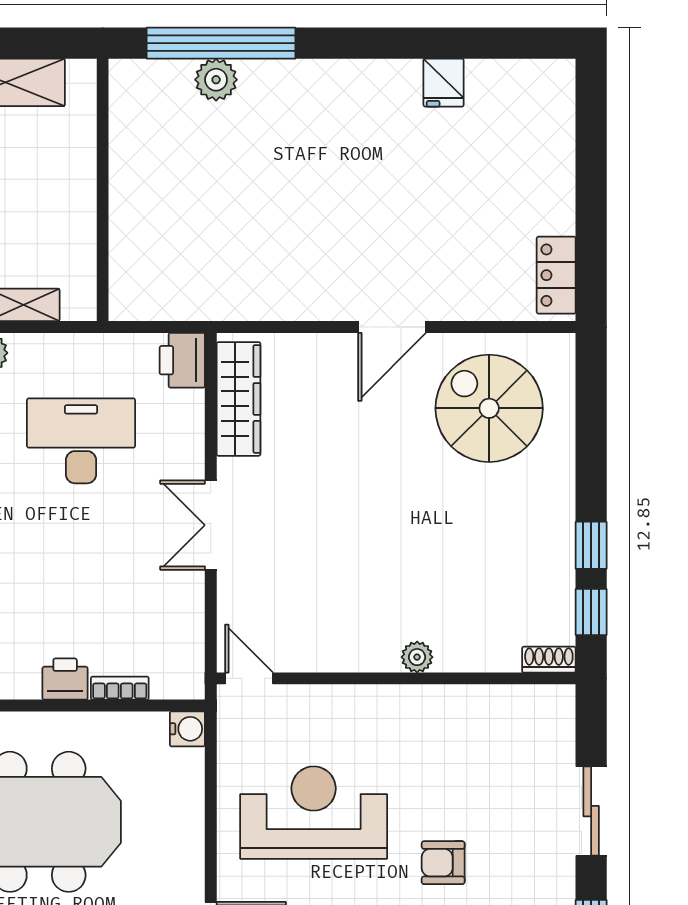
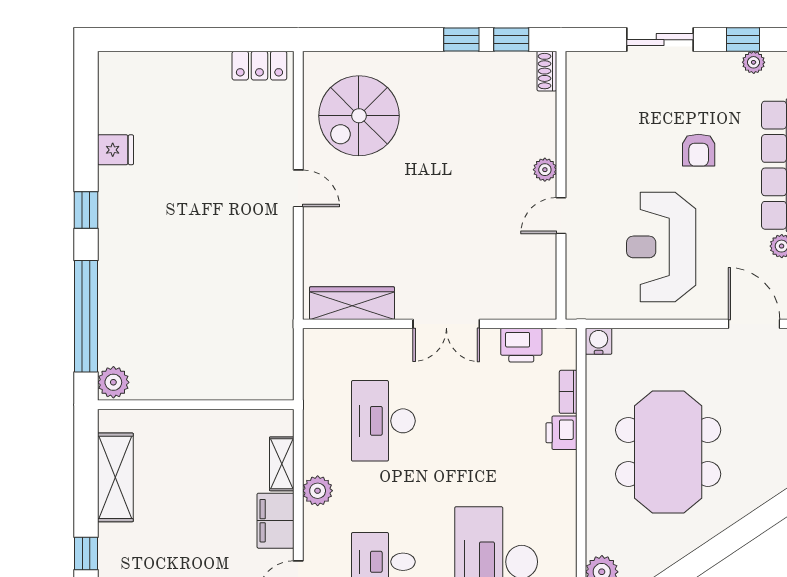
window: (363, 43) -> (86, 210), added
plant: (216, 80) -> (113, 382), moved
door: (392, 327) -> (298, 188), width x0.73
printer: (182, 360) -> (521, 345), moved
door: (249, 678) -> (561, 216), moved

